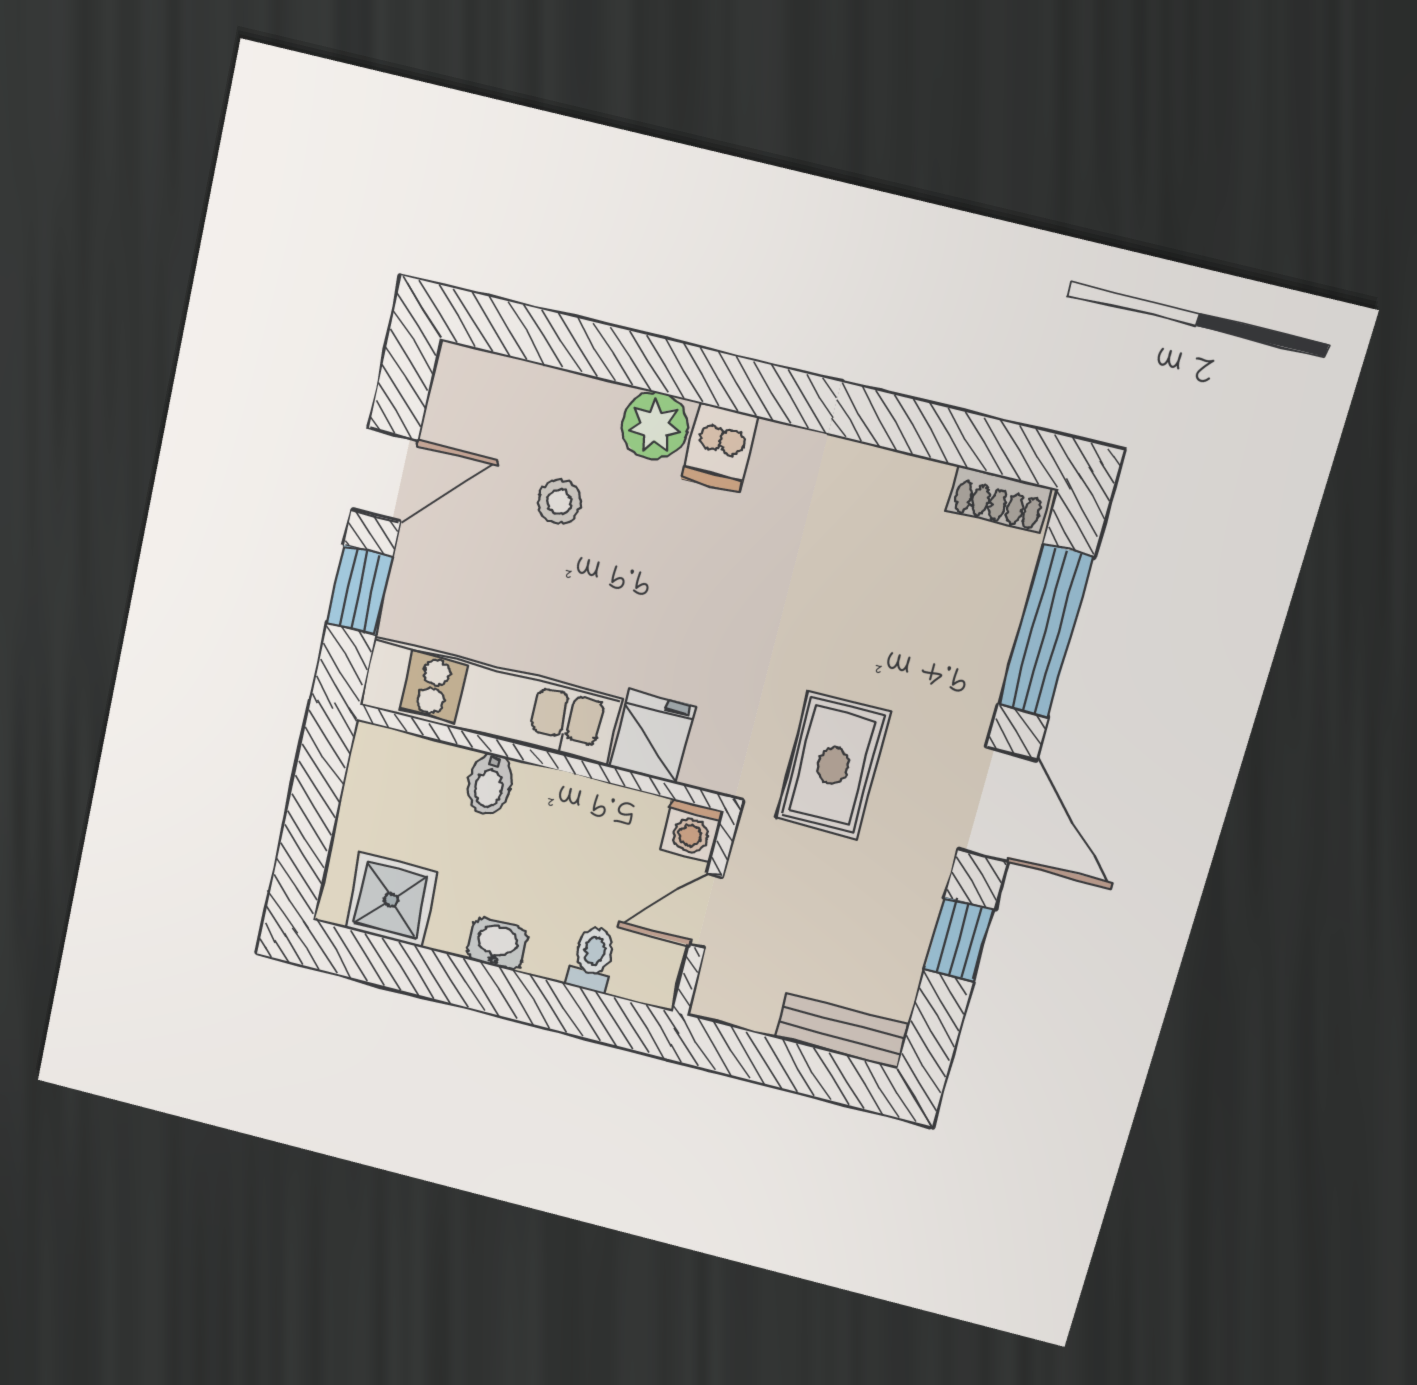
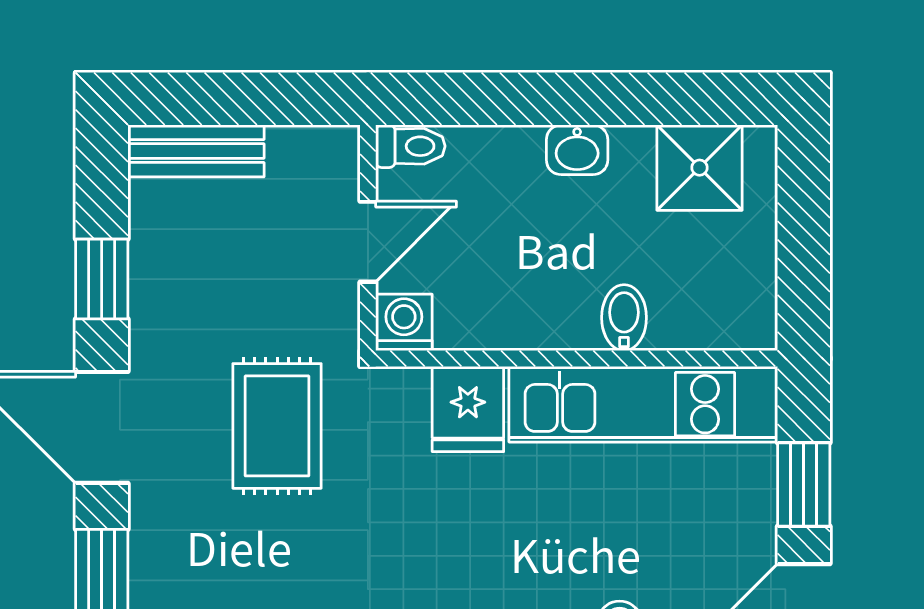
toilet: (593, 959) -> (410, 146), moved, turned -90

